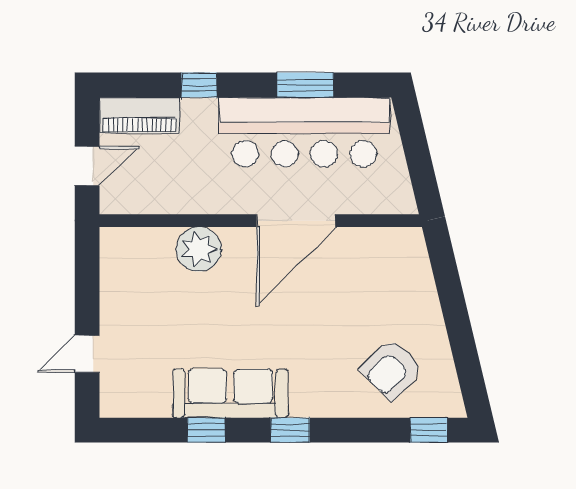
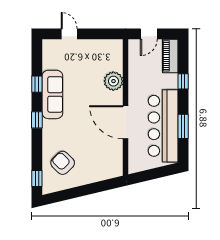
door: (87, 166) -> (149, 34), hinge flipped

